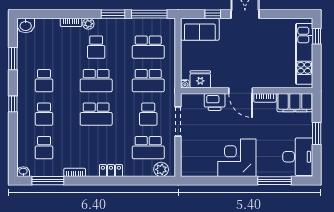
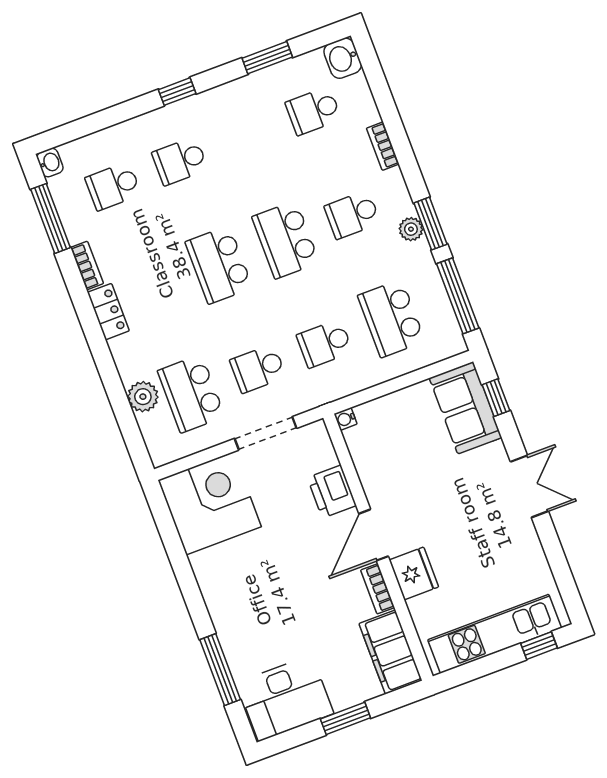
window: (213, 14) -> (496, 398), moved
plant: (88, 24) -> (411, 229), moved
fridge: (200, 79) -> (414, 573), moved
school desk: (44, 81) -> (313, 111), moved
school desk: (148, 81) -> (325, 343), width x0.54
corner desk: (237, 158) -> (210, 503), moved
plant: (161, 169) -> (143, 397), moved
locker: (111, 171) -> (108, 312), moved

